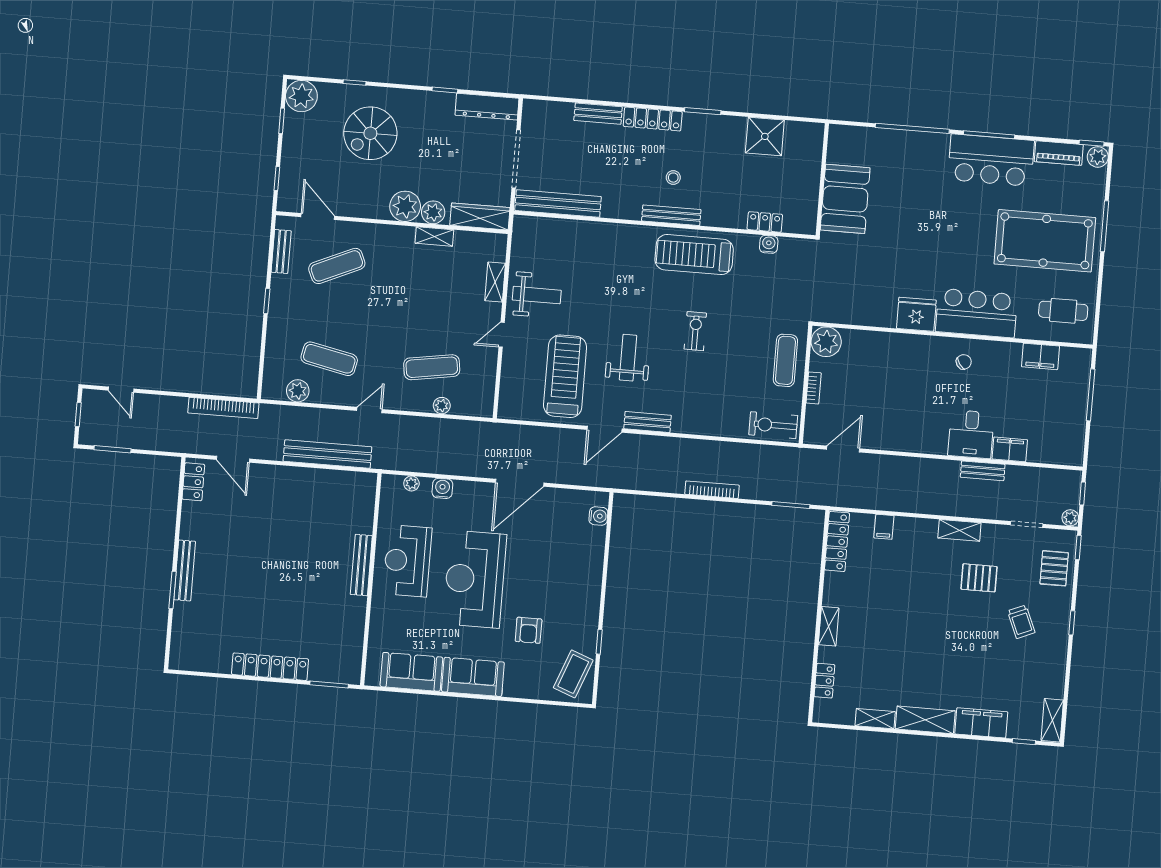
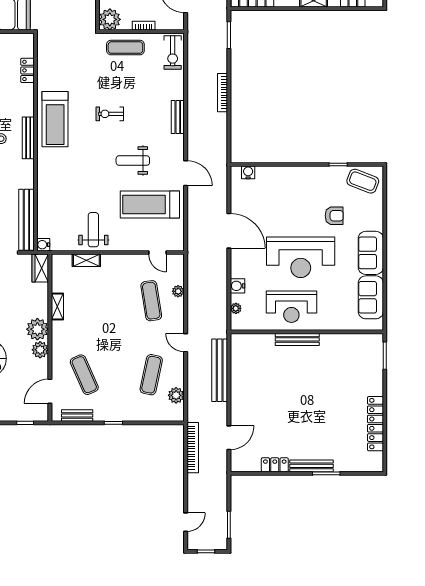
plant: (433, 212) -> (40, 350), moved
wardrobe: (480, 216) -> (40, 268), width x0.67
water cooler: (769, 244) -> (43, 245), moved
door: (502, 335) -> (157, 253), moved
bench: (647, 422) -> (178, 117), moved
locker: (193, 482) -> (275, 465), moved
locker: (270, 667) -> (375, 424), moved

